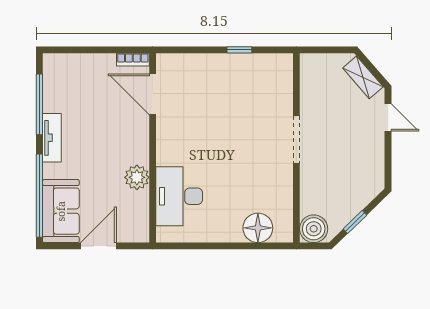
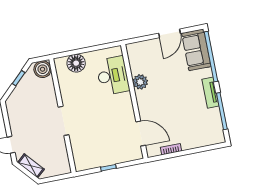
door: (153, 94) -> (141, 134), moved
wall: (153, 148) -> (134, 101), moved
plant: (137, 177) -> (140, 82), moved
desk: (179, 196) -> (113, 76), moved

